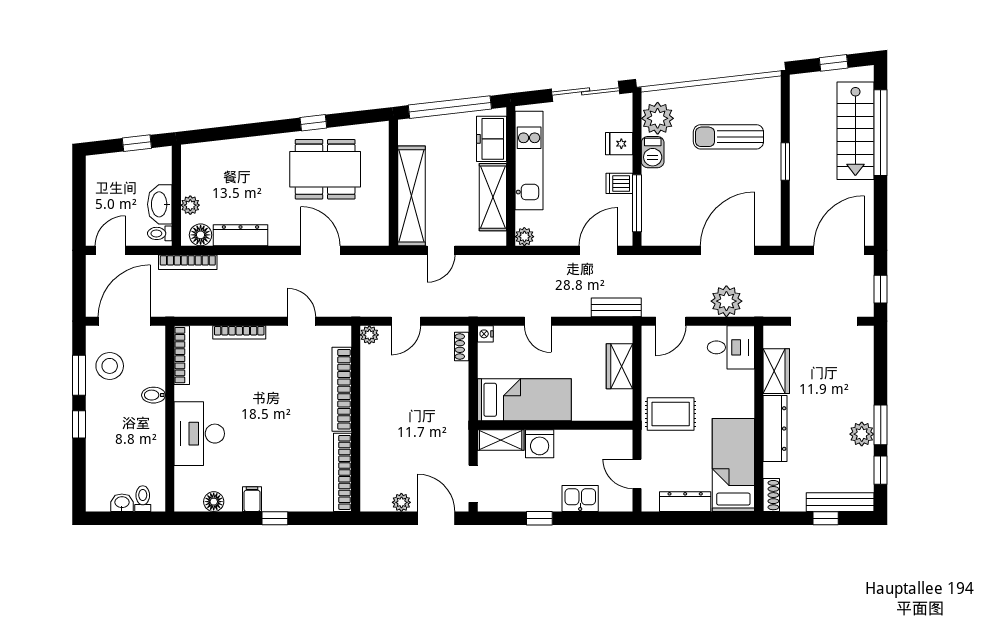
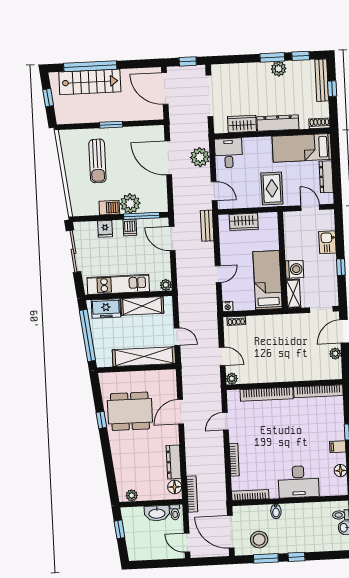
plant: (658, 118) -> (130, 204), moved
dining table: (325, 169) -> (130, 411), turned 90
plant: (190, 205) -> (132, 495), moved
door: (637, 474) -> (310, 208), swing flipped

